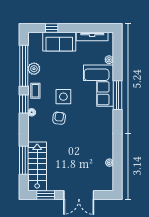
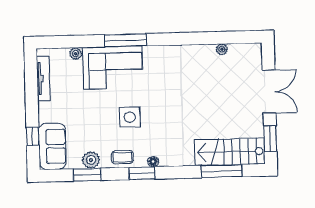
sofa: (59, 42) -> (52, 146), moved
window: (24, 66) -> (87, 175), width x0.47
armchair: (59, 118) -> (160, 122), removed

